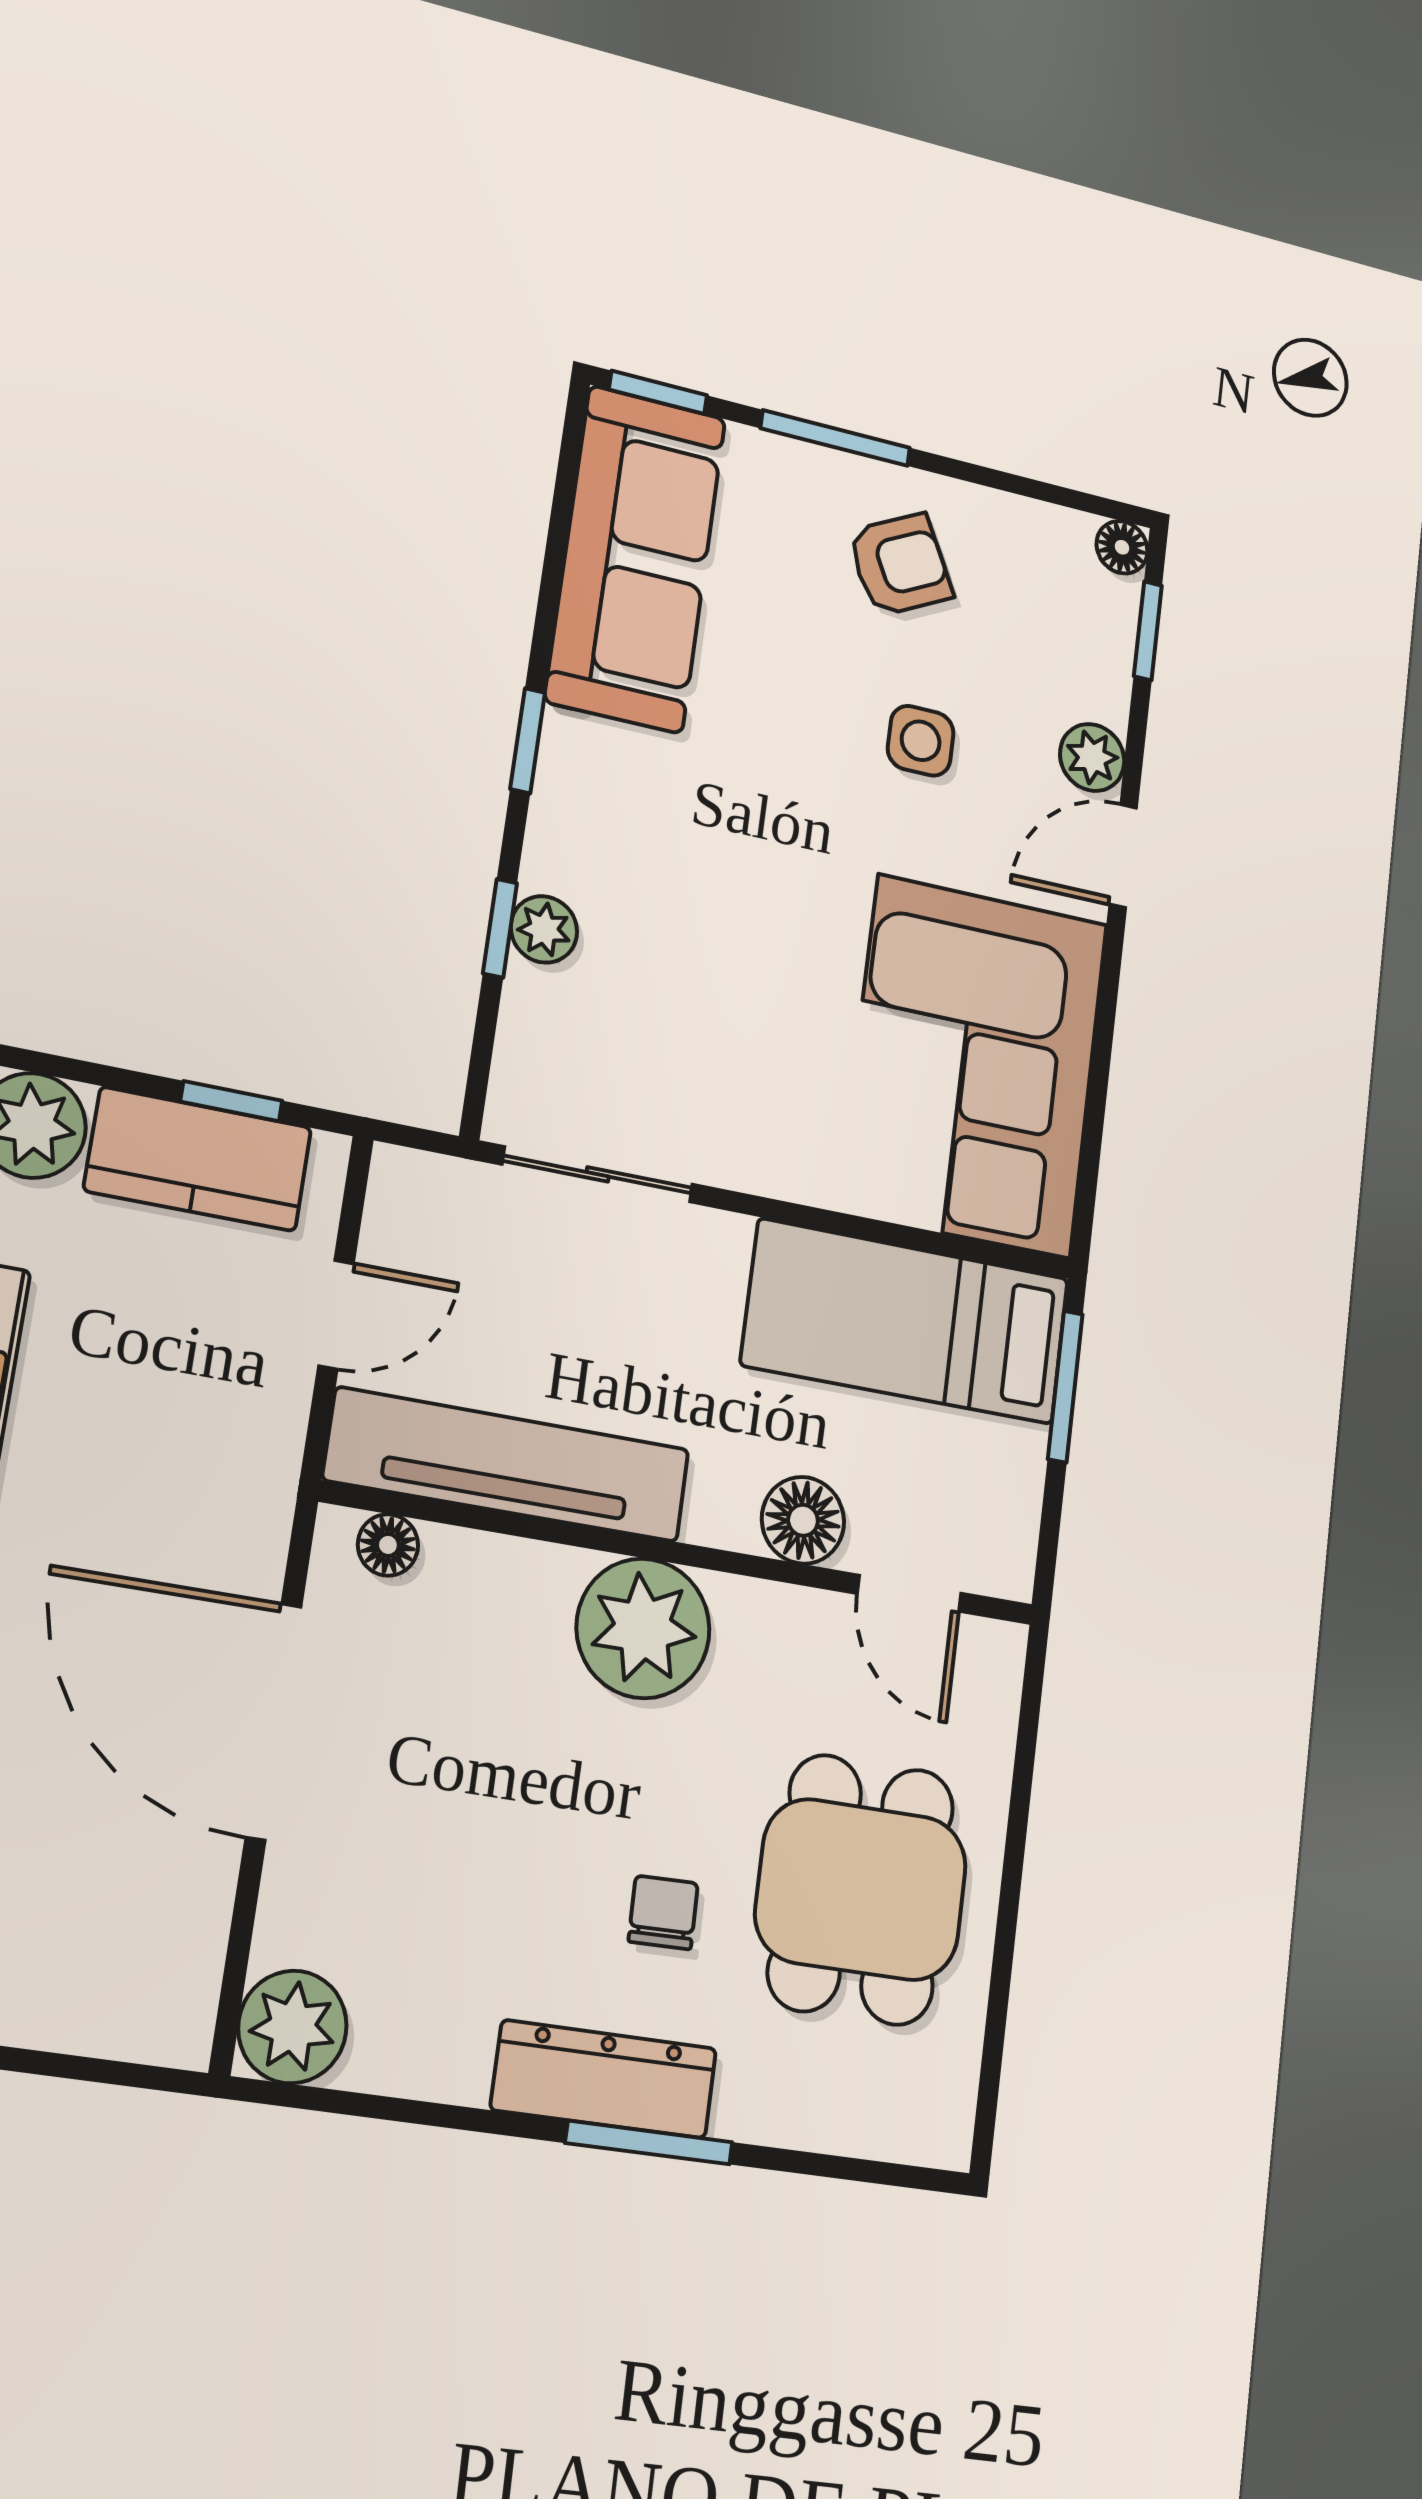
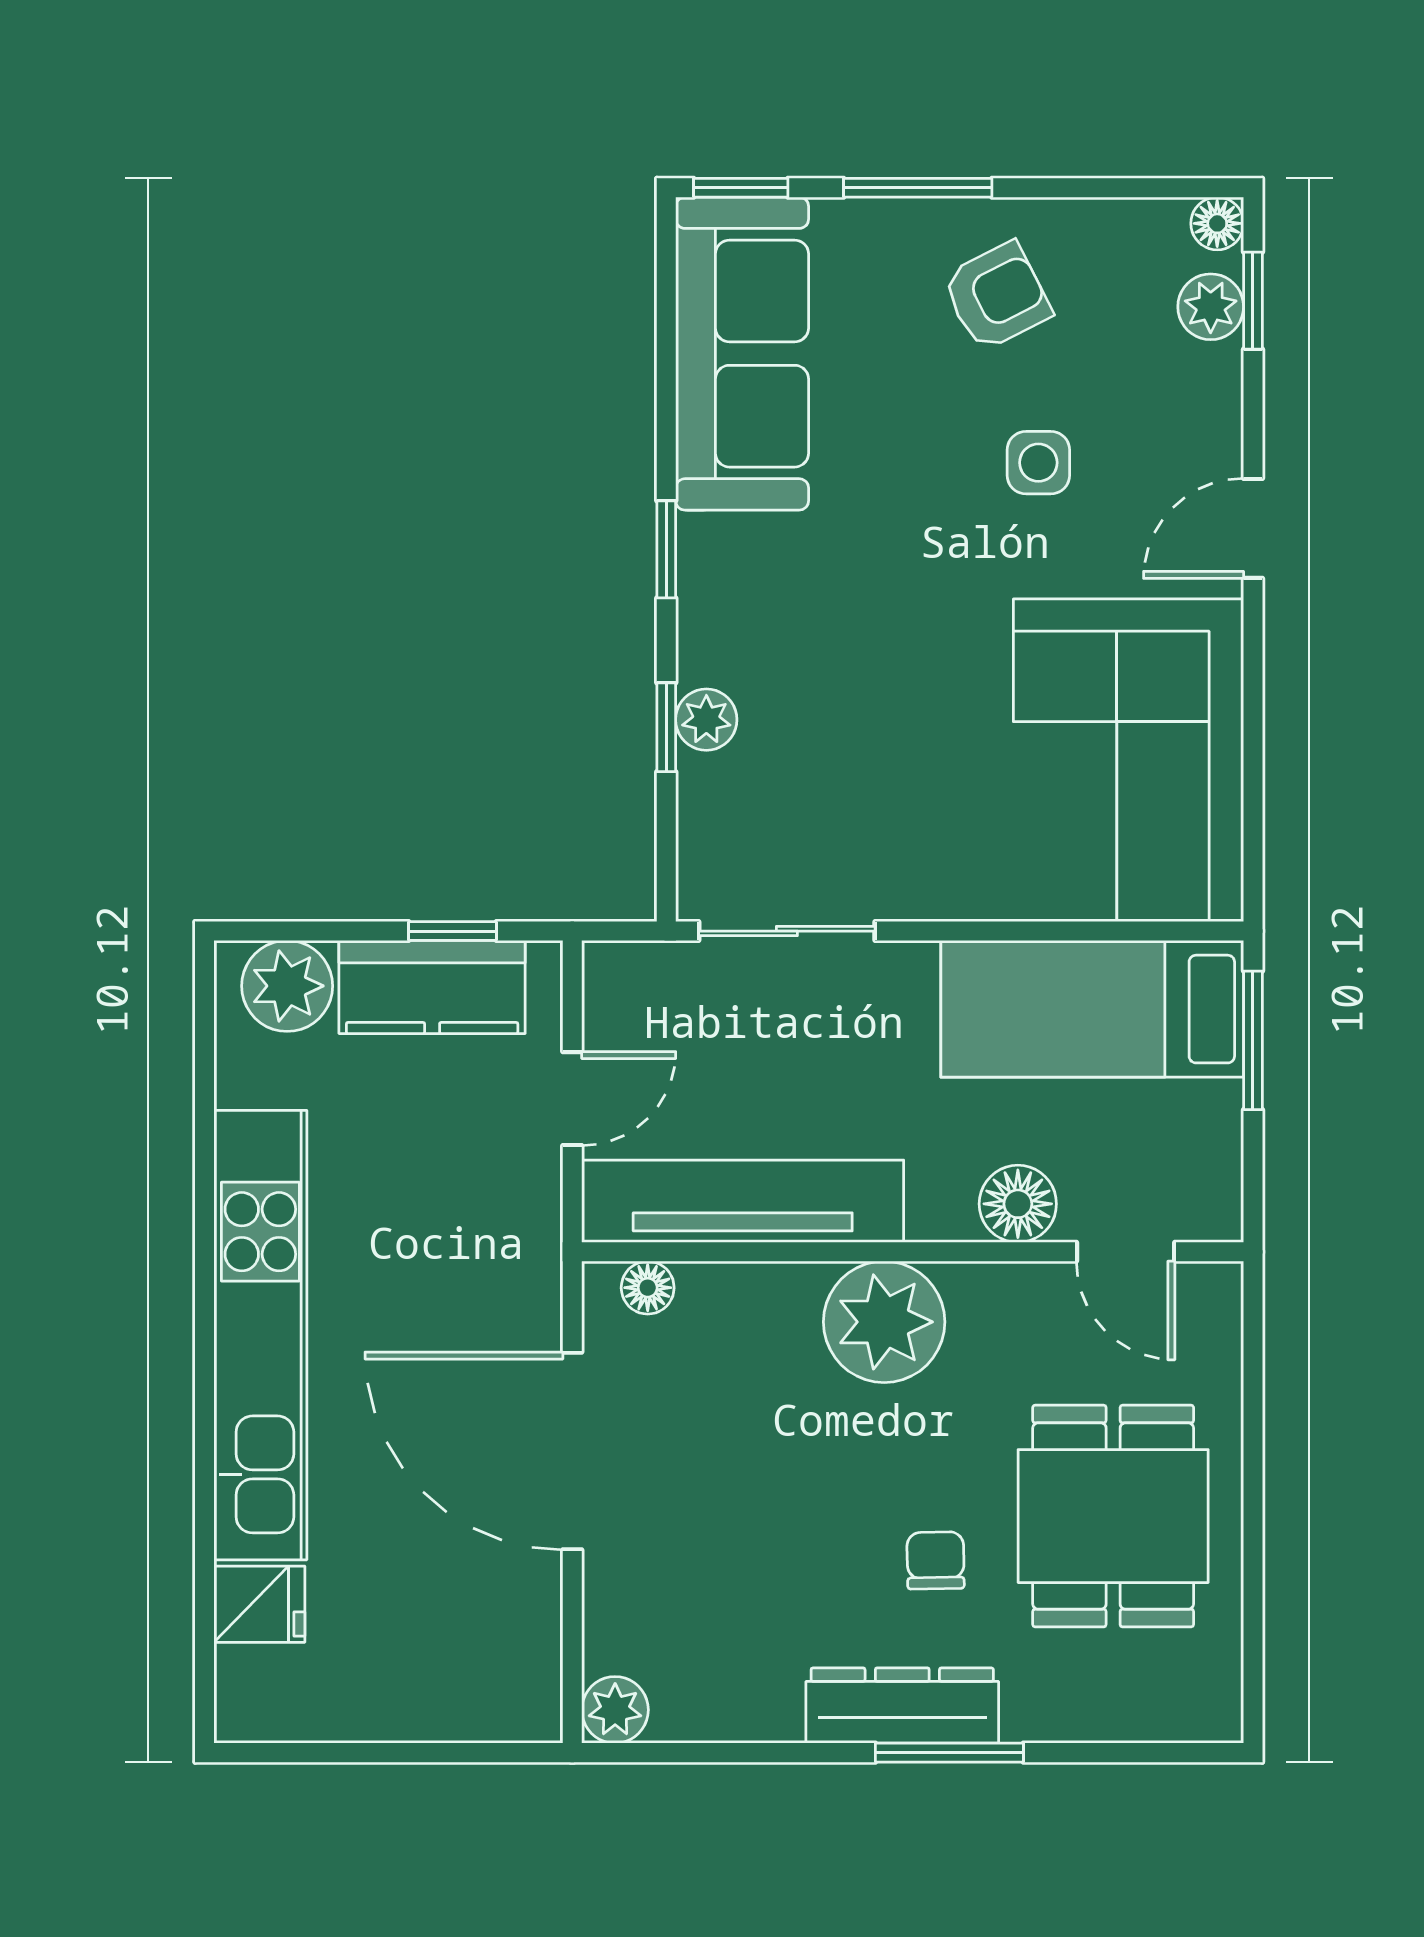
plant: (1092, 757) -> (1211, 307), moved
plant: (293, 2027) -> (615, 1710), width x0.73, depth x0.73

